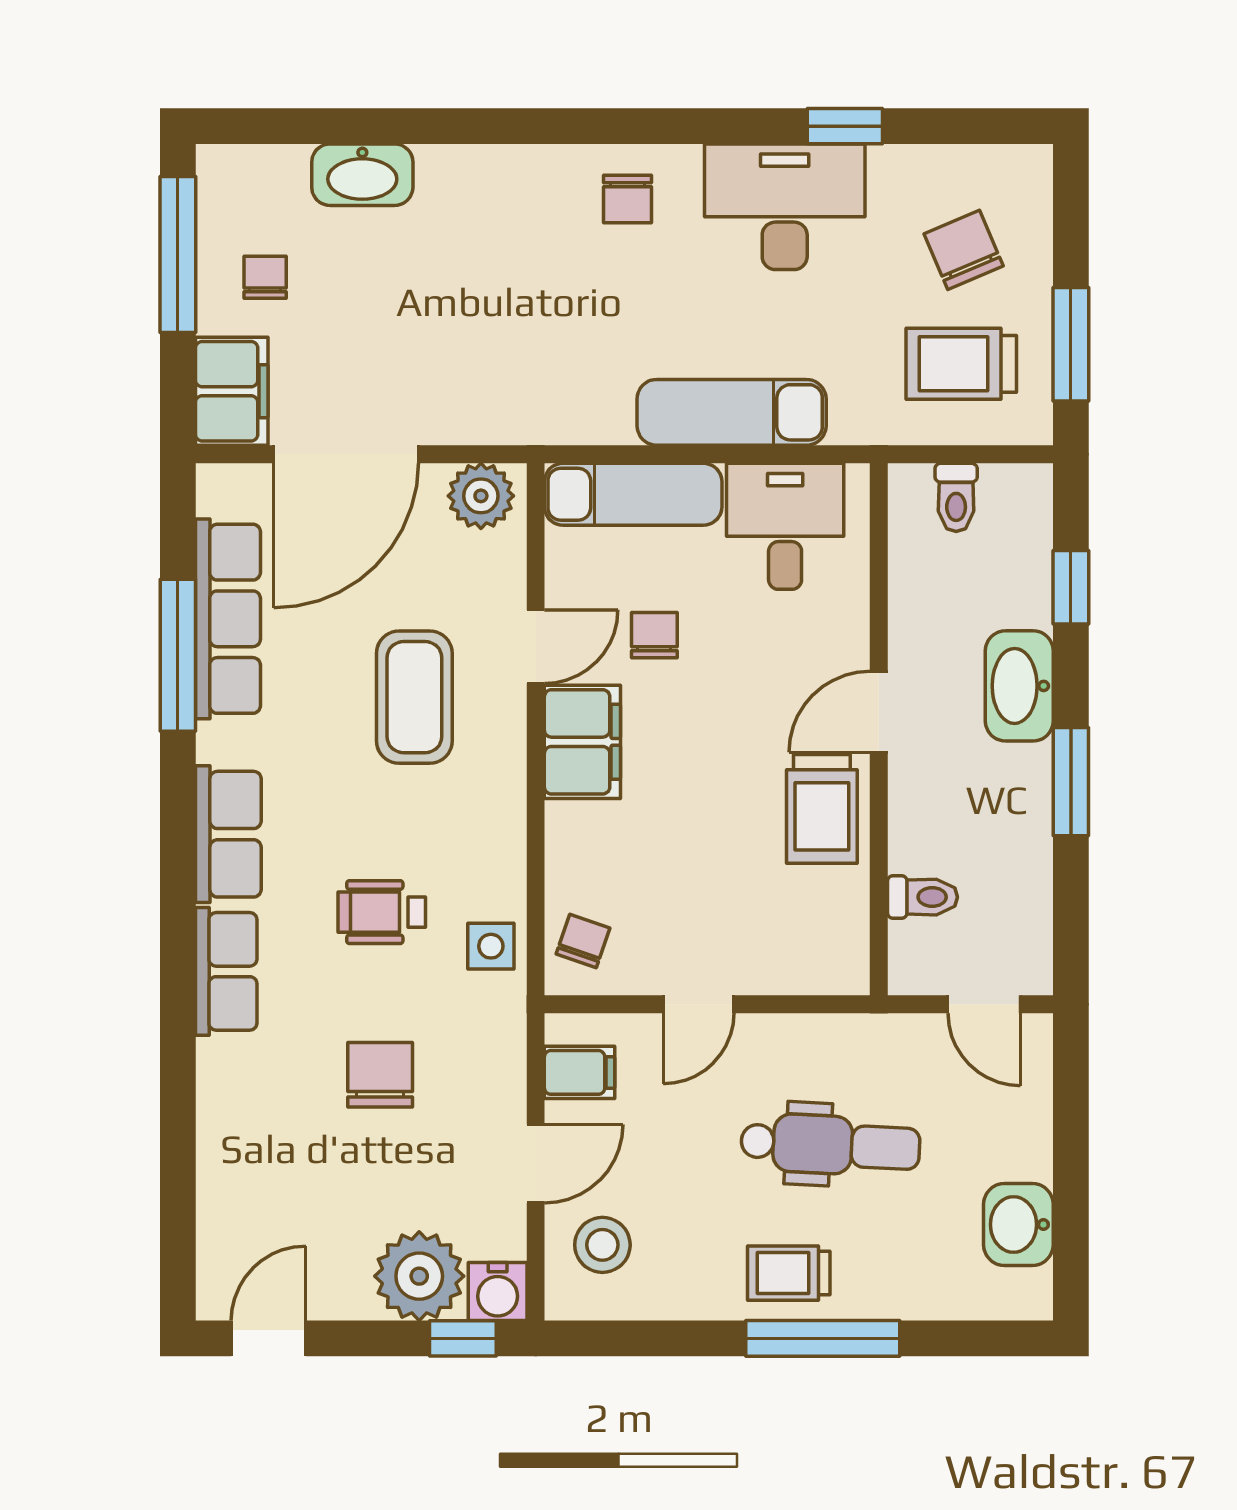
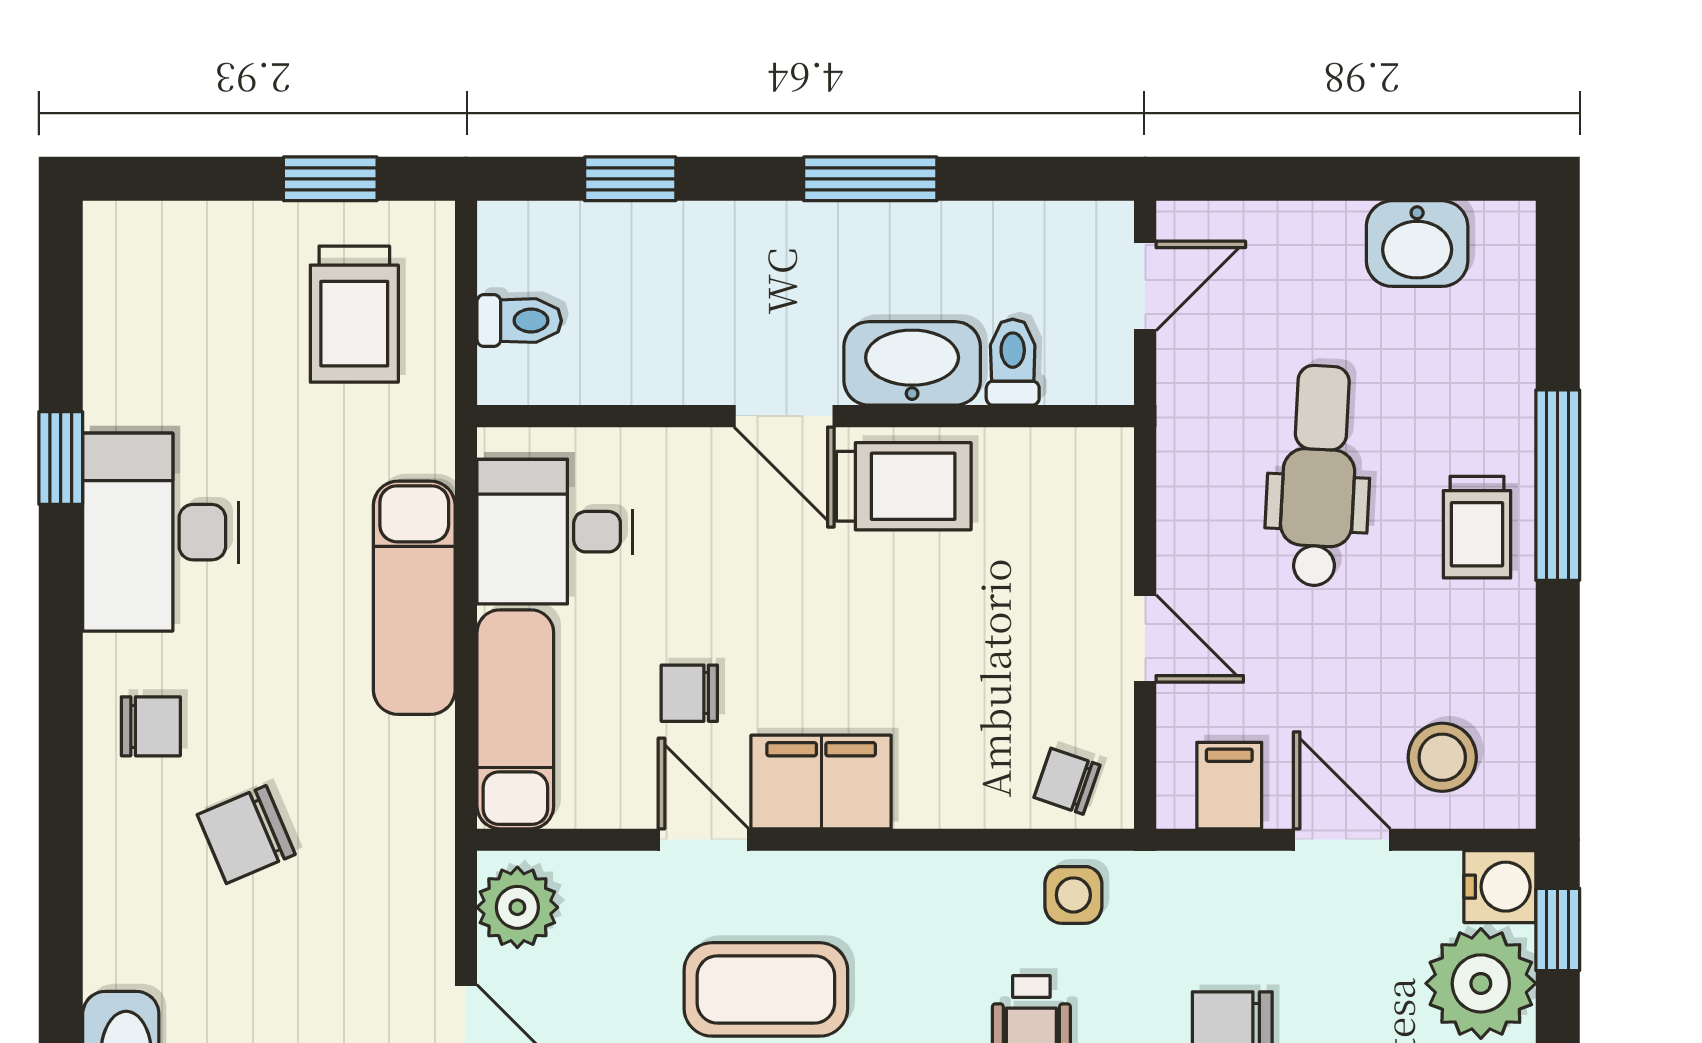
chair: (964, 250) -> (246, 835), moved
window: (1071, 344) -> (330, 179), width x0.67
washbasin: (1019, 686) -> (912, 363), moved, turned 180

